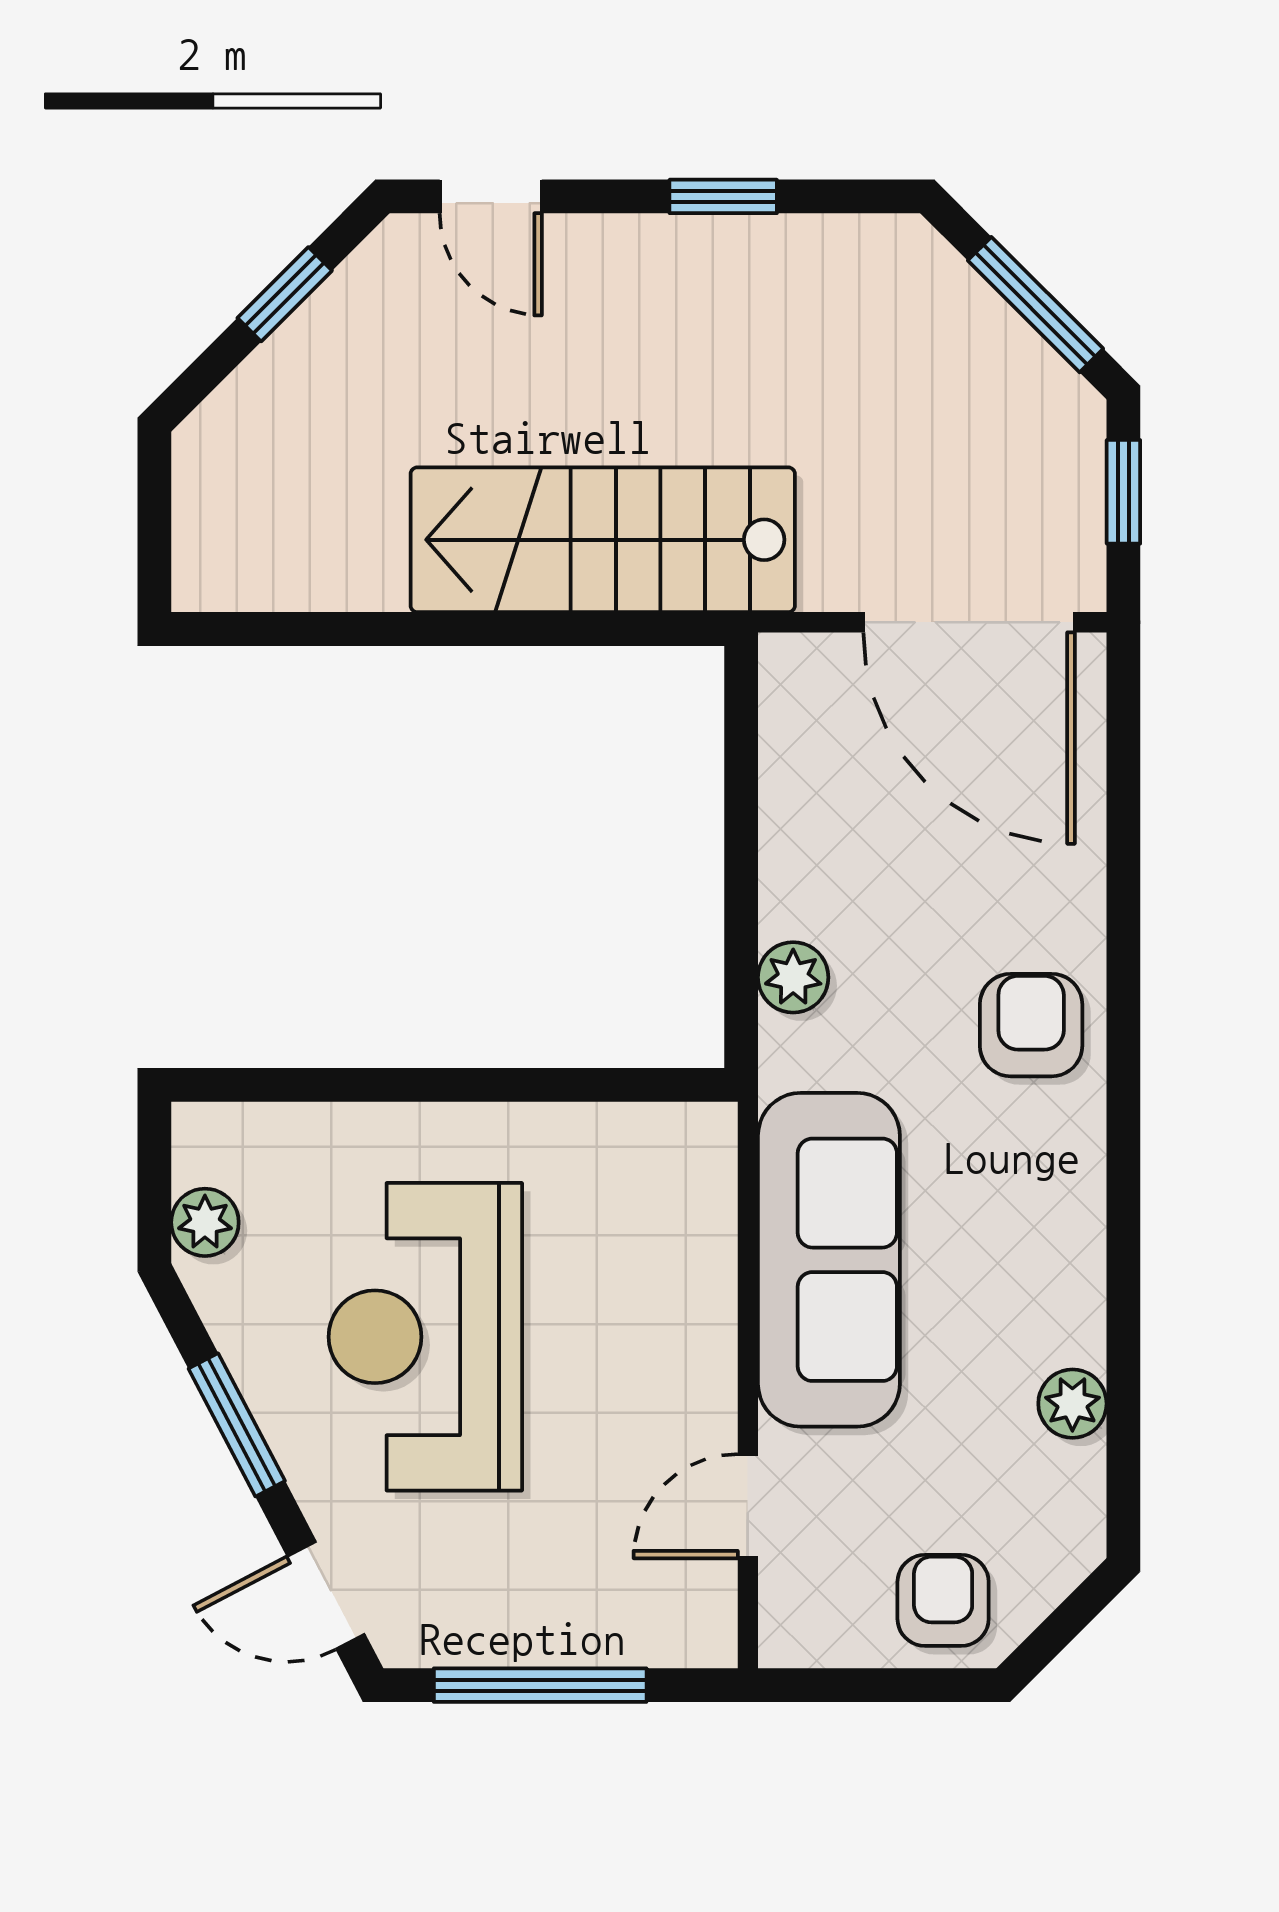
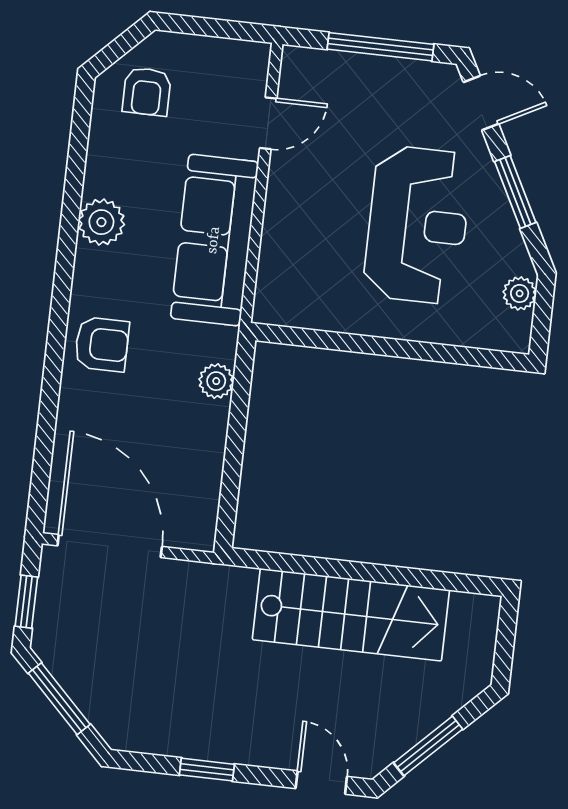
window: (285, 294) -> (428, 746), width x1.50
stairs: (603, 540) -> (351, 615), moved
armchair: (1031, 1025) -> (102, 344), turned -90
plant: (1072, 1404) -> (101, 222), moved, width x1.38, depth x1.38
armchair: (943, 1600) -> (147, 92), moved

